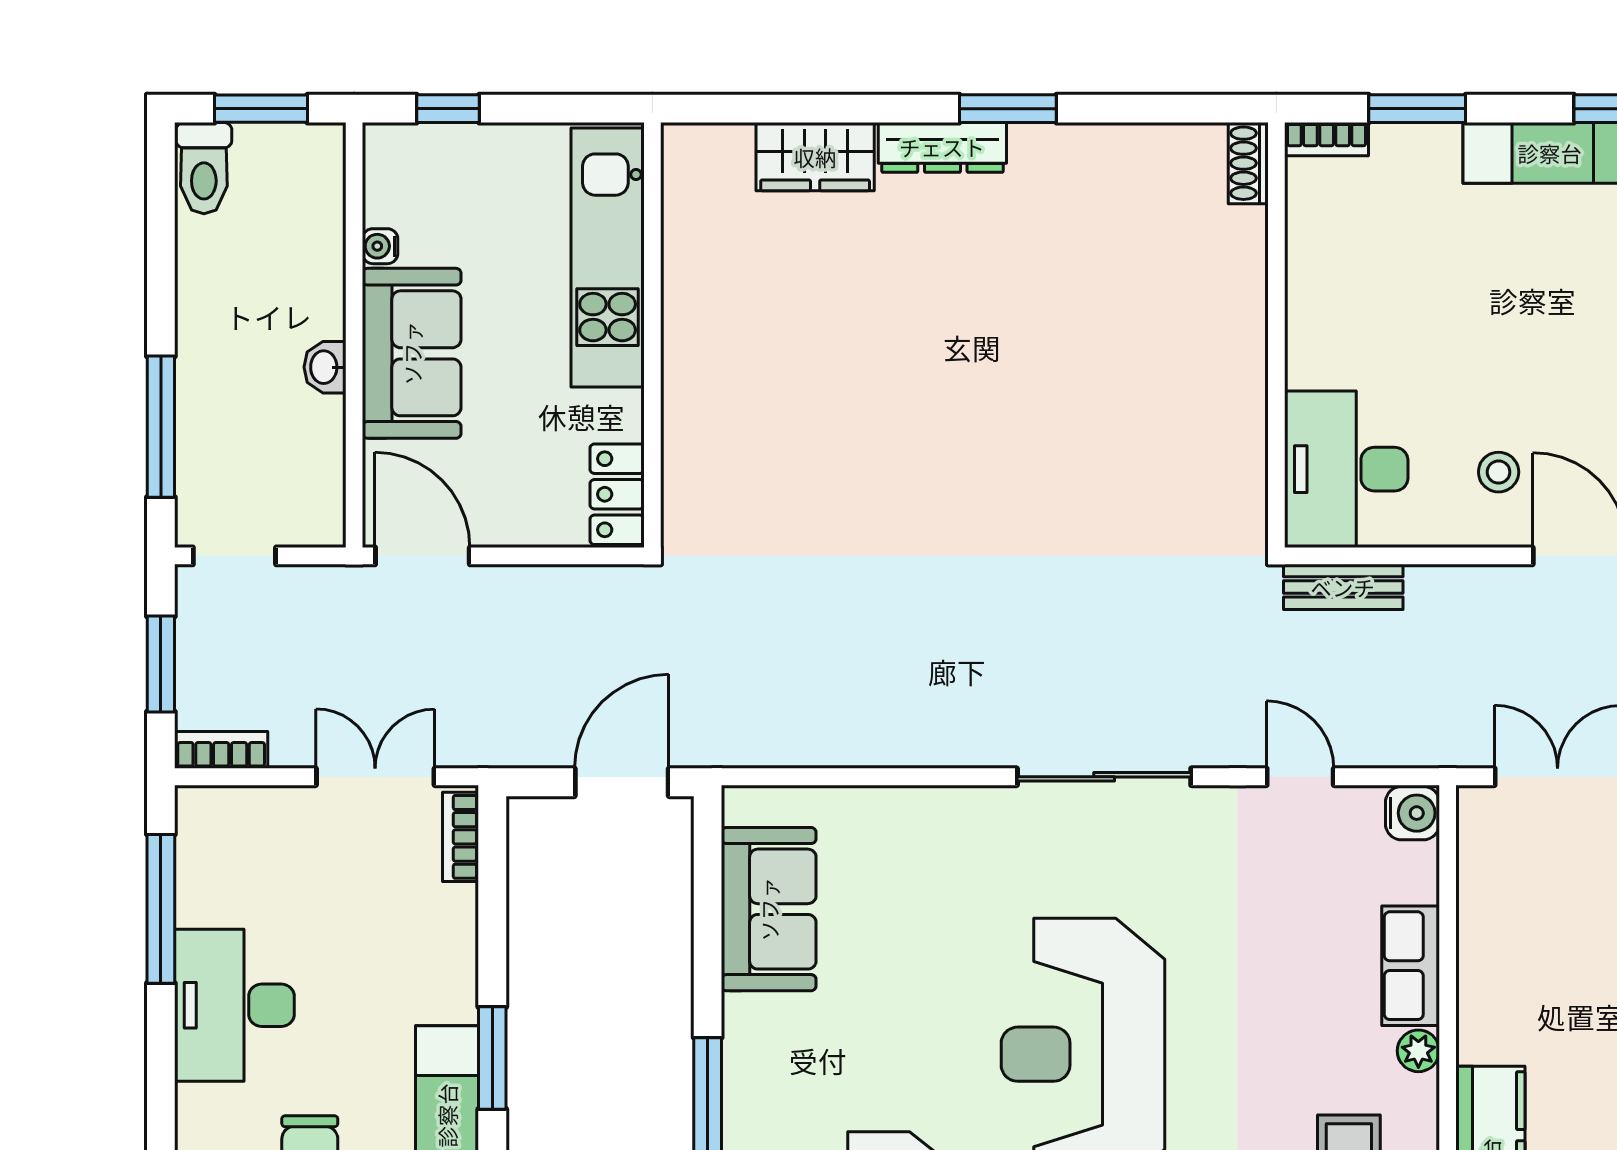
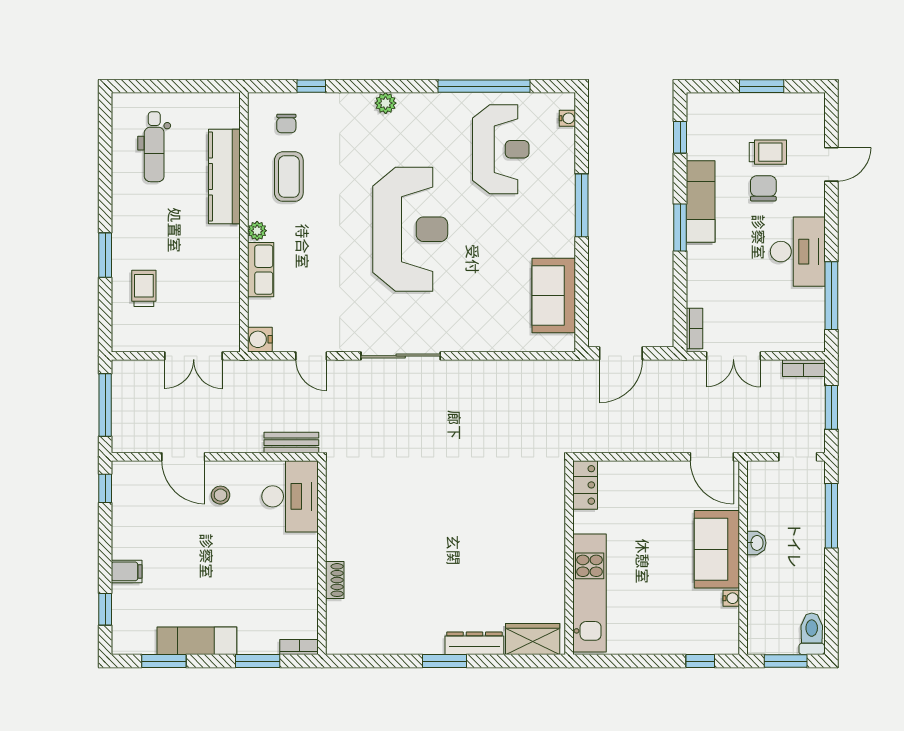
shoe rack: (1248, 163) -> (335, 580), moved
kitchen unit: (608, 257) -> (590, 593), moved
wall: (652, 335) -> (569, 558), moved
locker: (617, 494) -> (585, 485), moved

